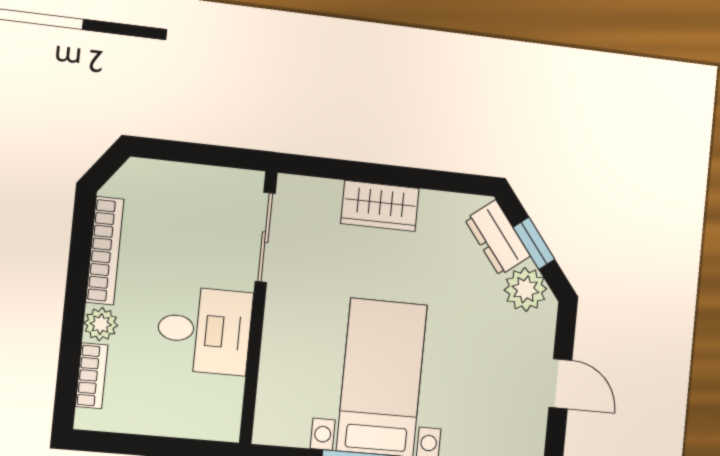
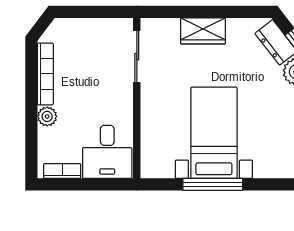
desk: (204, 330) -> (107, 152), moved, turned 90
bookcase: (92, 376) -> (62, 171), moved, turned -90

